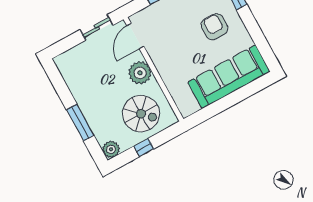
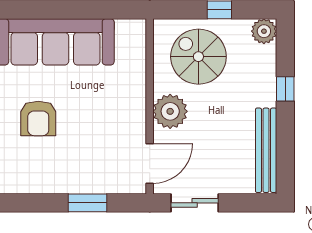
bench: (72, 81) -> (266, 150), added
window: (80, 123) -> (285, 89), width x0.46

